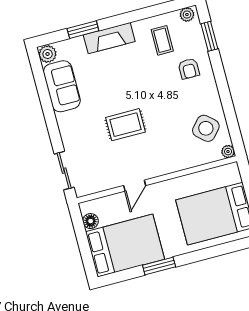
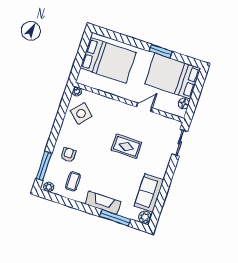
window: (83, 30) -> (115, 218), width x1.44
window: (209, 36) -> (44, 166), width x1.44

